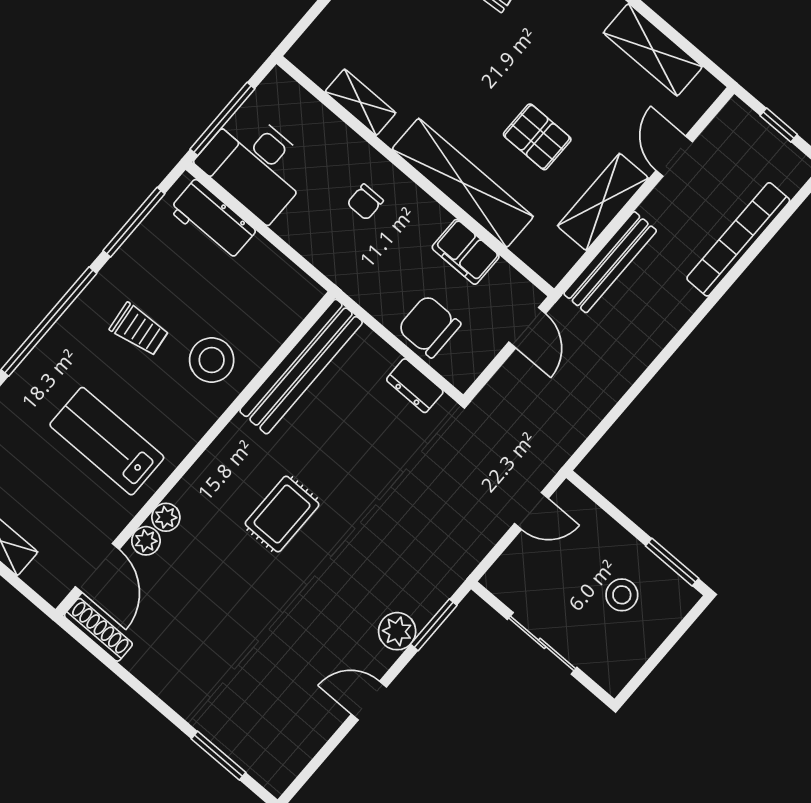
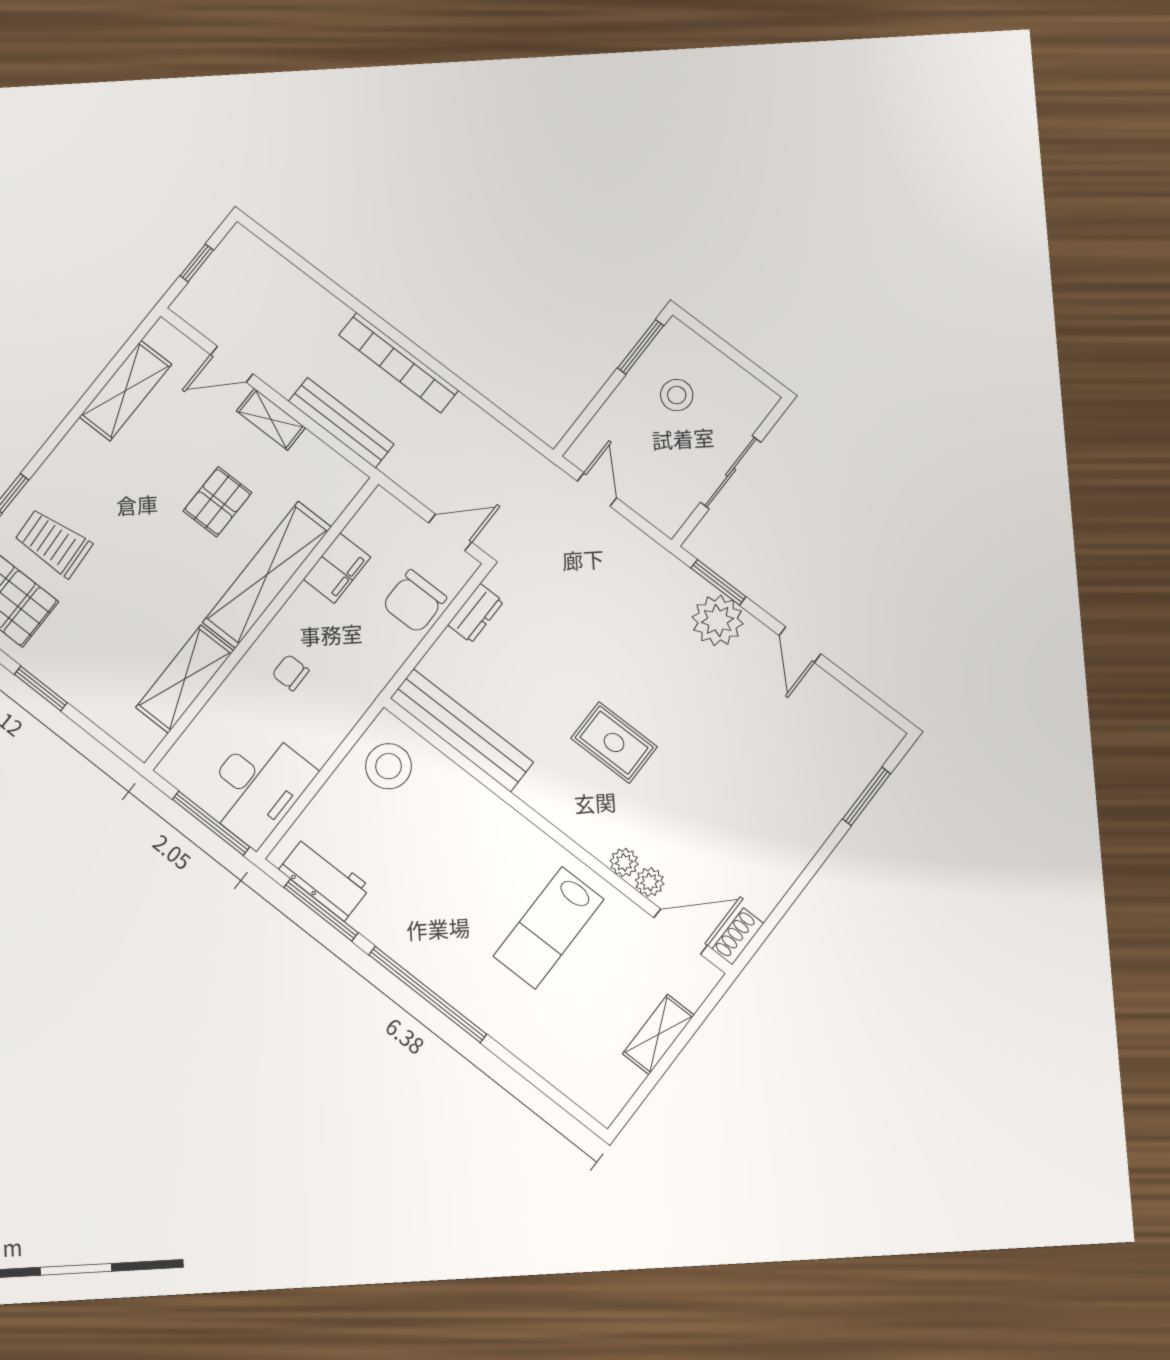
shelving: (360, 102) -> (185, 679), width x1.50, depth x1.33
chair: (365, 202) -> (291, 673), turned 180
shelving: (603, 202) -> (271, 419), width x0.67, depth x0.75
workbench: (212, 220) -> (325, 878), moved, turned -90
bookcase: (738, 239) -> (399, 363), moved
door: (527, 328) -> (450, 533), moved
trolley: (139, 330) -> (432, 899), removed
stool: (212, 360) -> (388, 766), moved
shoe rack: (98, 630) -> (738, 936), width x0.70
plant: (397, 631) -> (718, 620), width x1.36, depth x1.36

